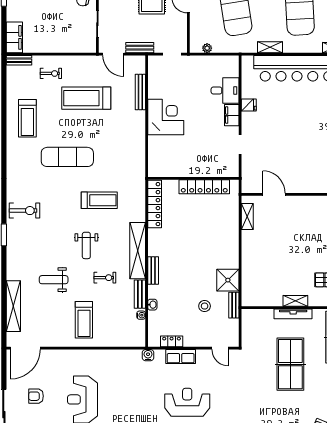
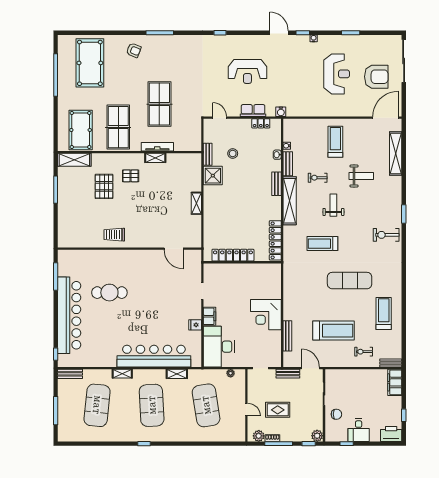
desk: (225, 91) -> (219, 347), width x1.87, depth x1.30
shelving: (247, 216) -> (196, 203), moved
armchair: (36, 396) -> (376, 77), width x1.88, depth x1.88

